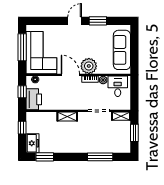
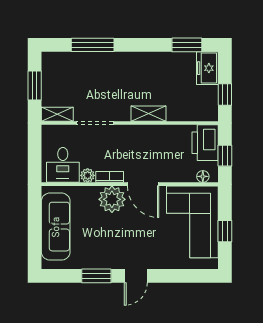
window: (22, 47) -> (225, 231), width x0.46

